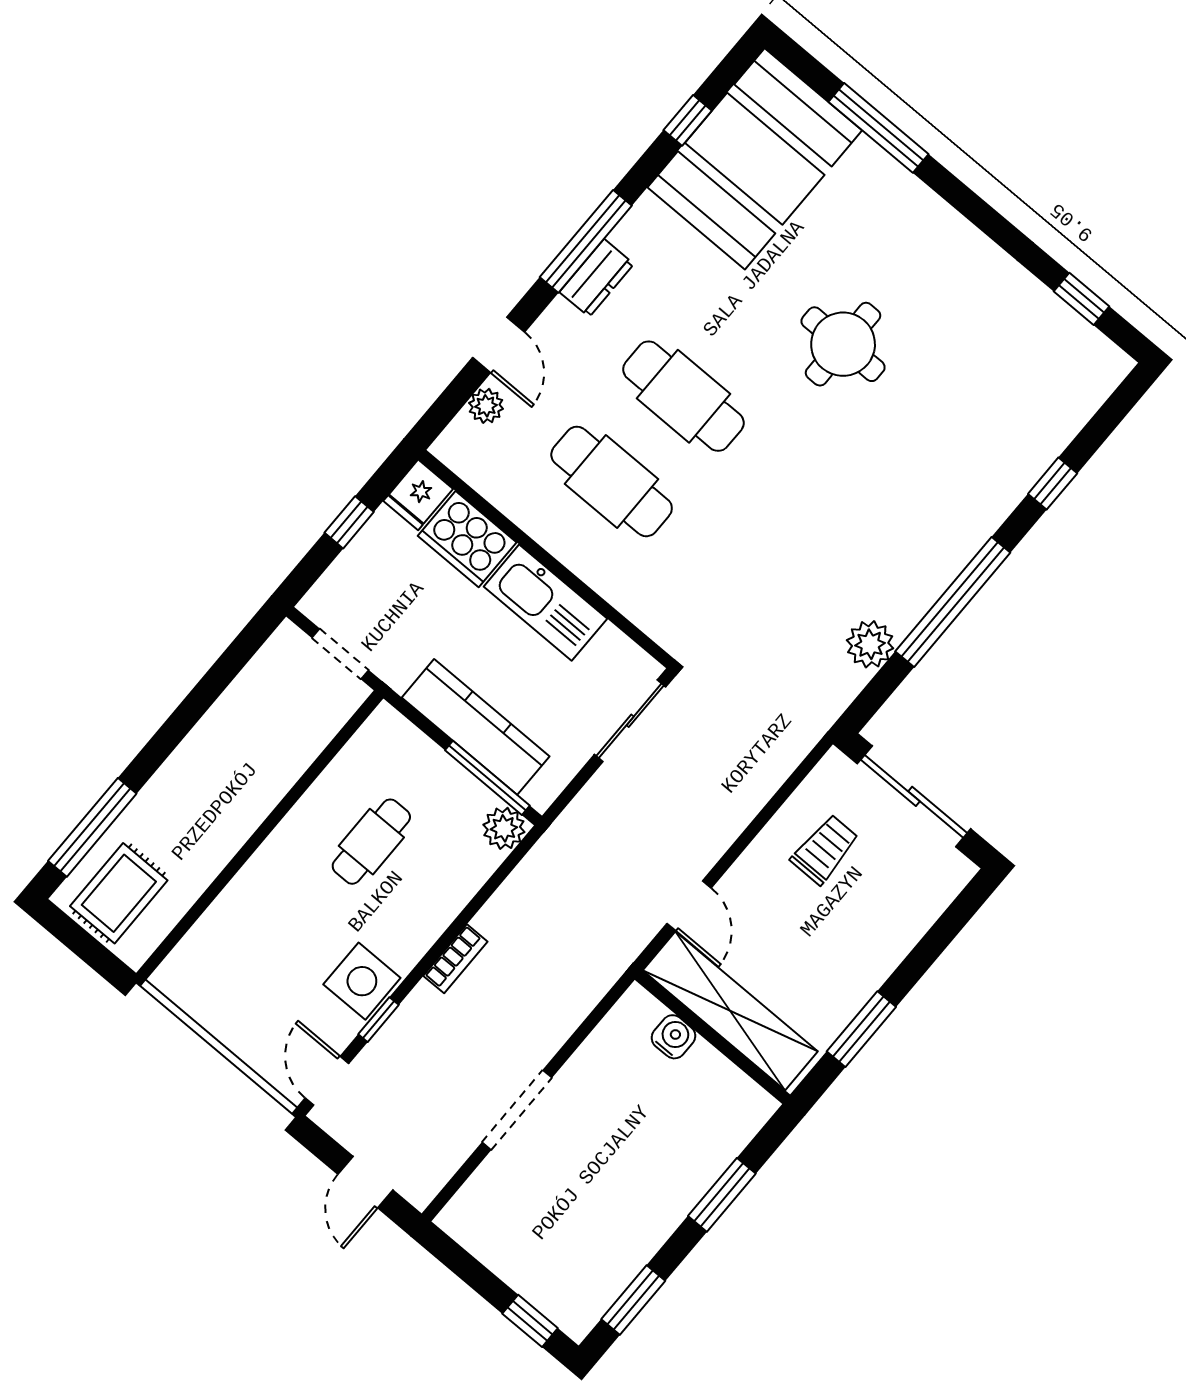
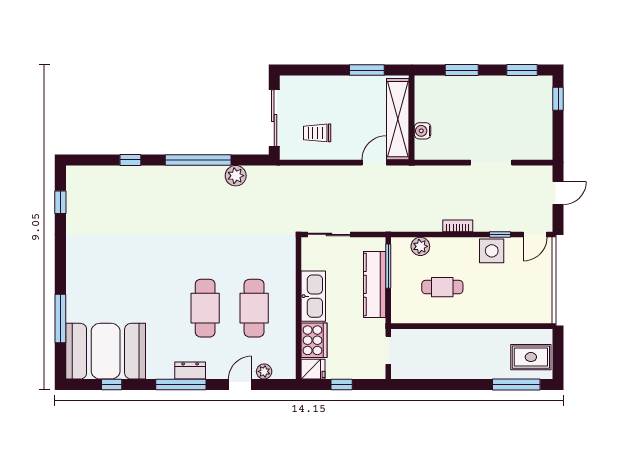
round table: (843, 344) -> (143, 269), removed
plant: (504, 828) -> (420, 246), moved

